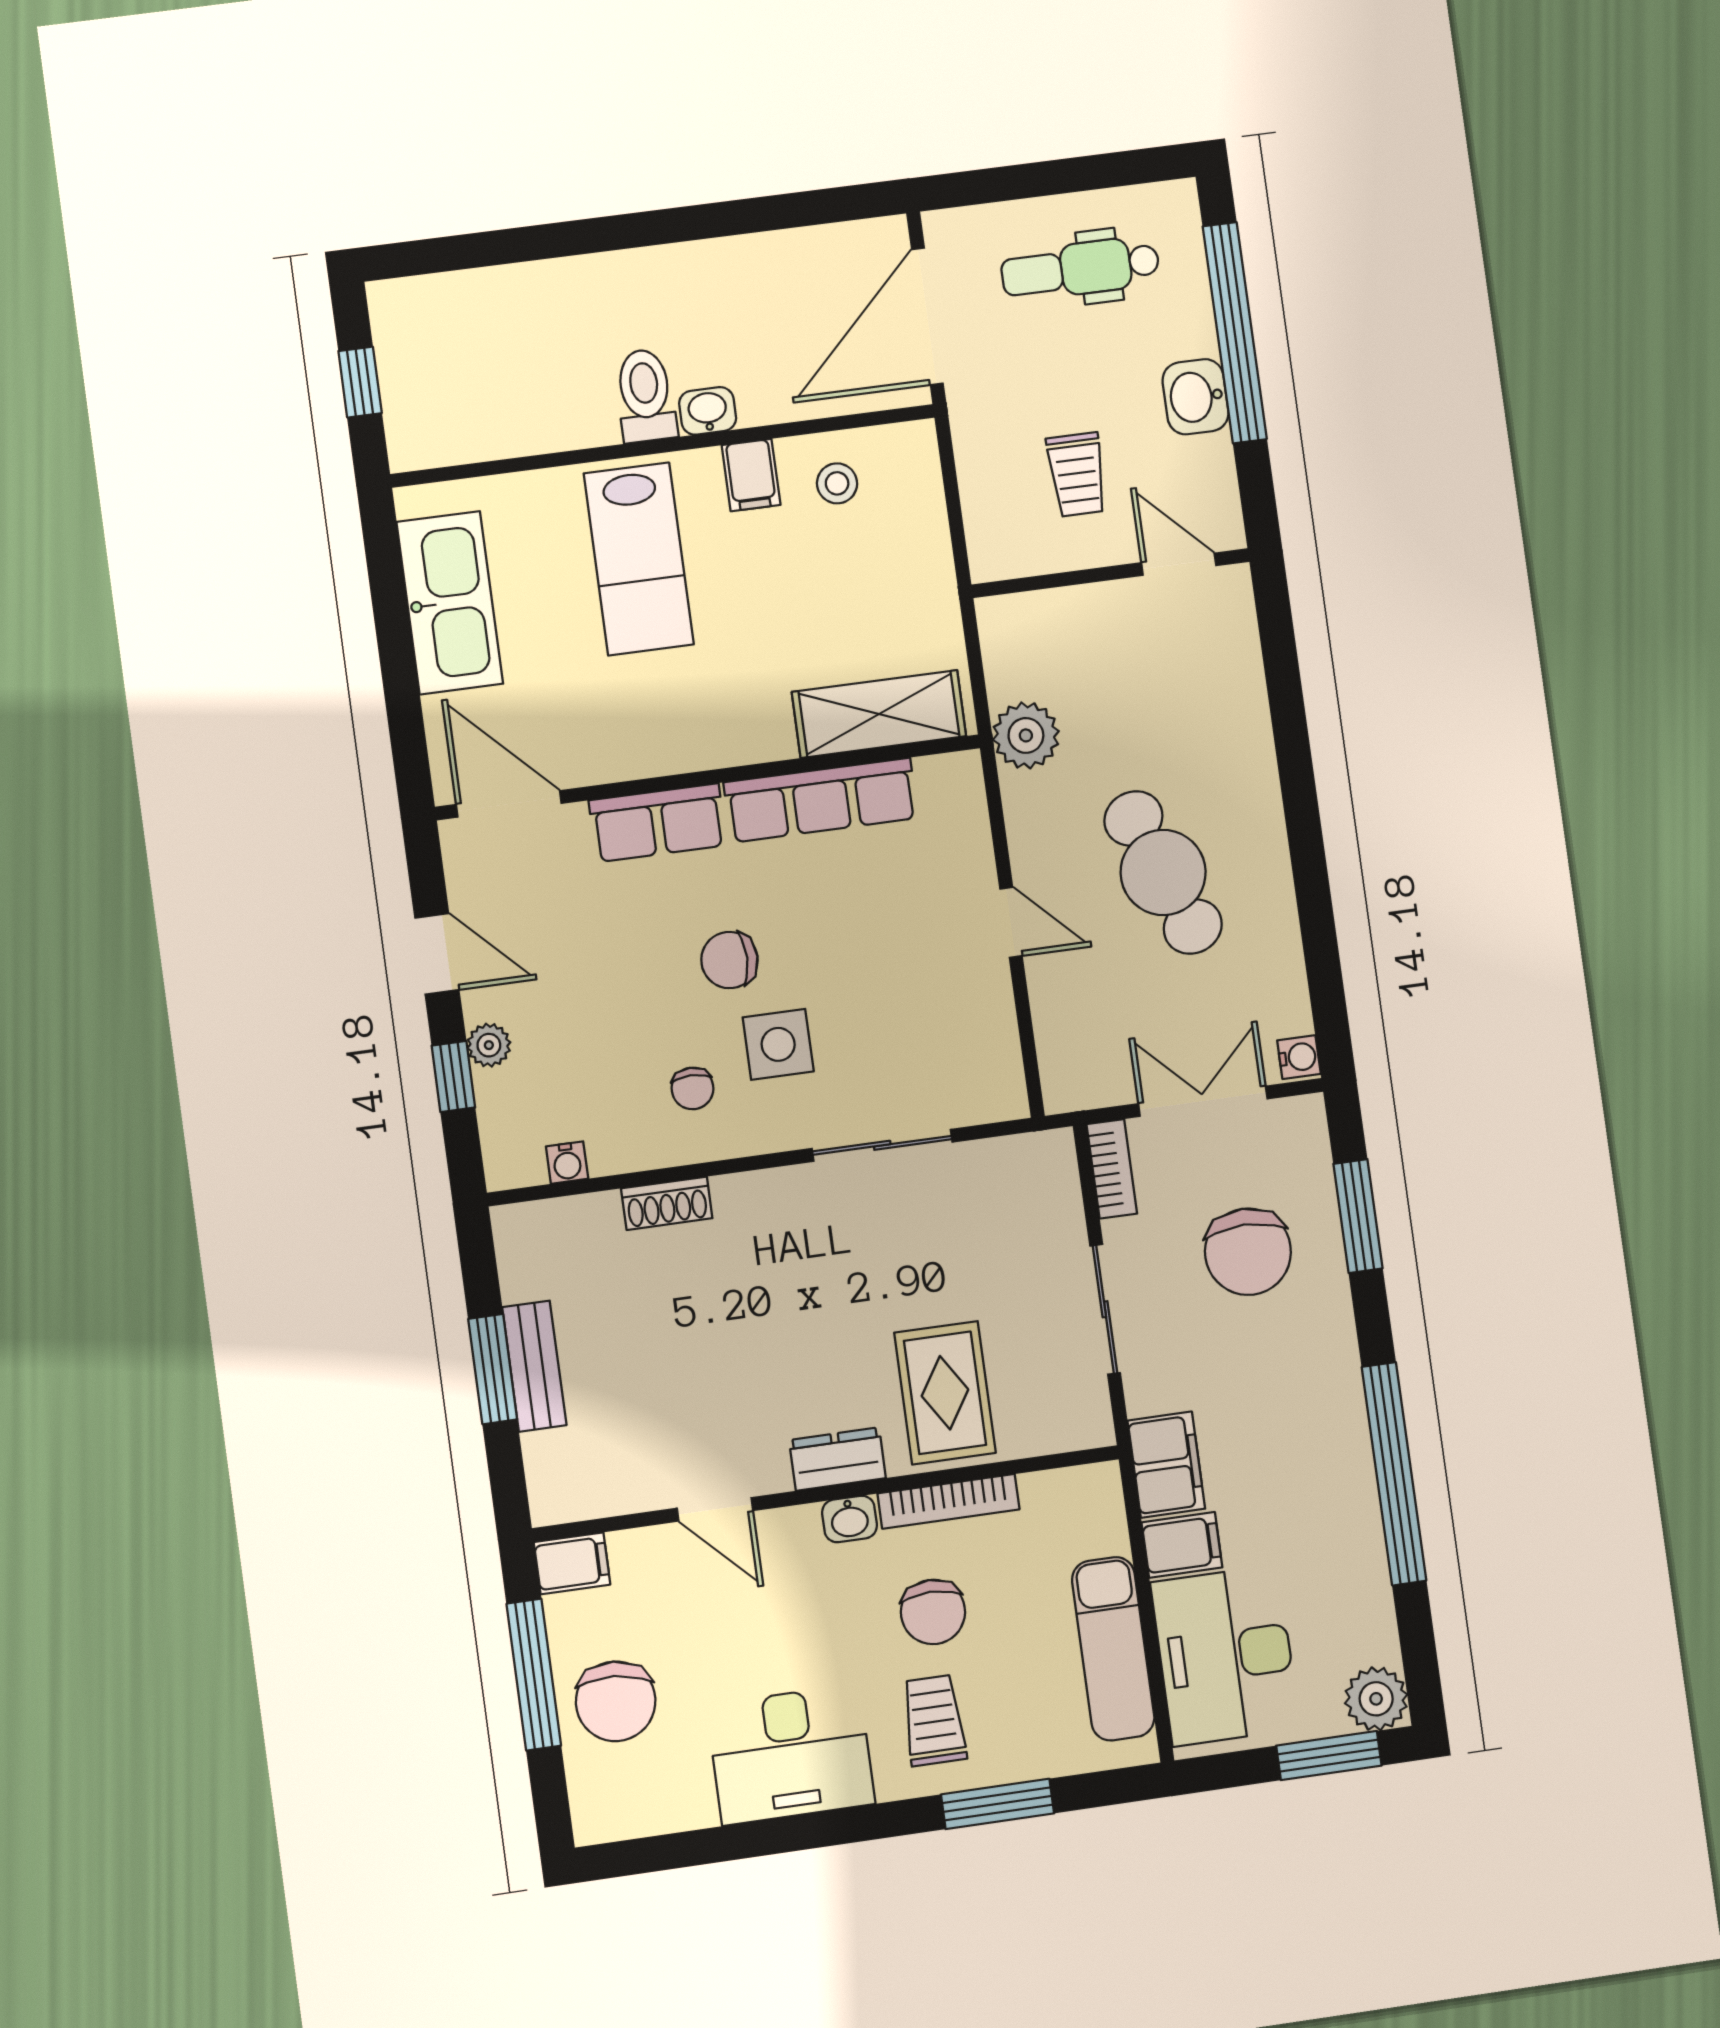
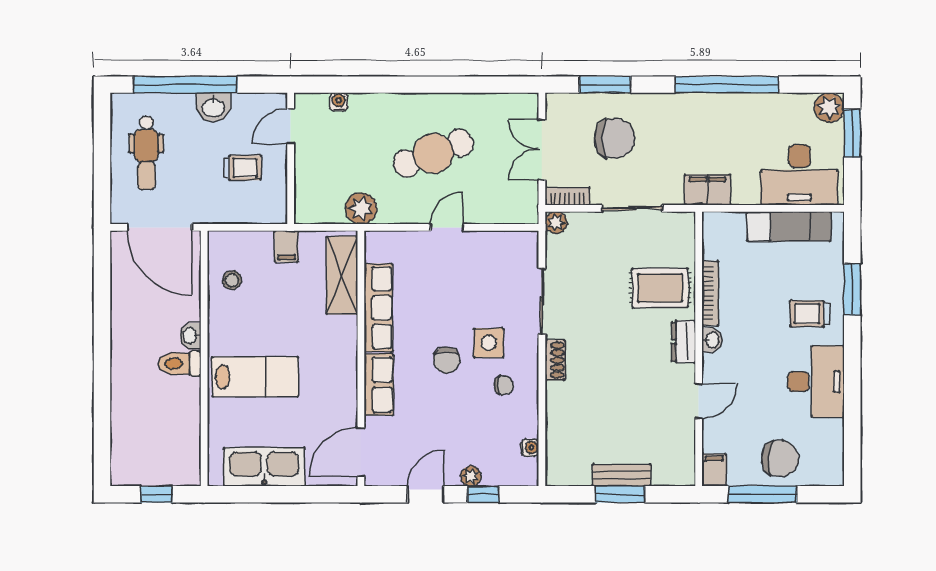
filing cabinet: (751, 475) -> (286, 246), moved, turned 90
water cooler: (1299, 1057) -> (339, 102), moved
plant: (1053, 1153) -> (556, 223), added
shoe rack: (667, 1203) -> (555, 360), moved
filing cabinet: (1182, 1545) -> (746, 188), removed
chair: (933, 1612) -> (760, 307), removed

